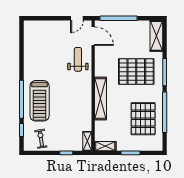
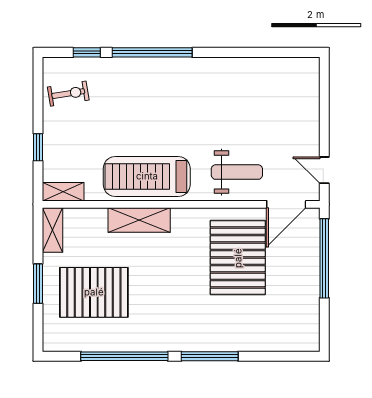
shelving: (156, 36) -> (287, 339), removed
pallet: (136, 72) -> (238, 258), moved
shelving: (101, 99) -> (139, 220), width x0.68
treadmill: (40, 101) -> (147, 176), moved
pallet: (143, 119) -> (94, 292), moved

